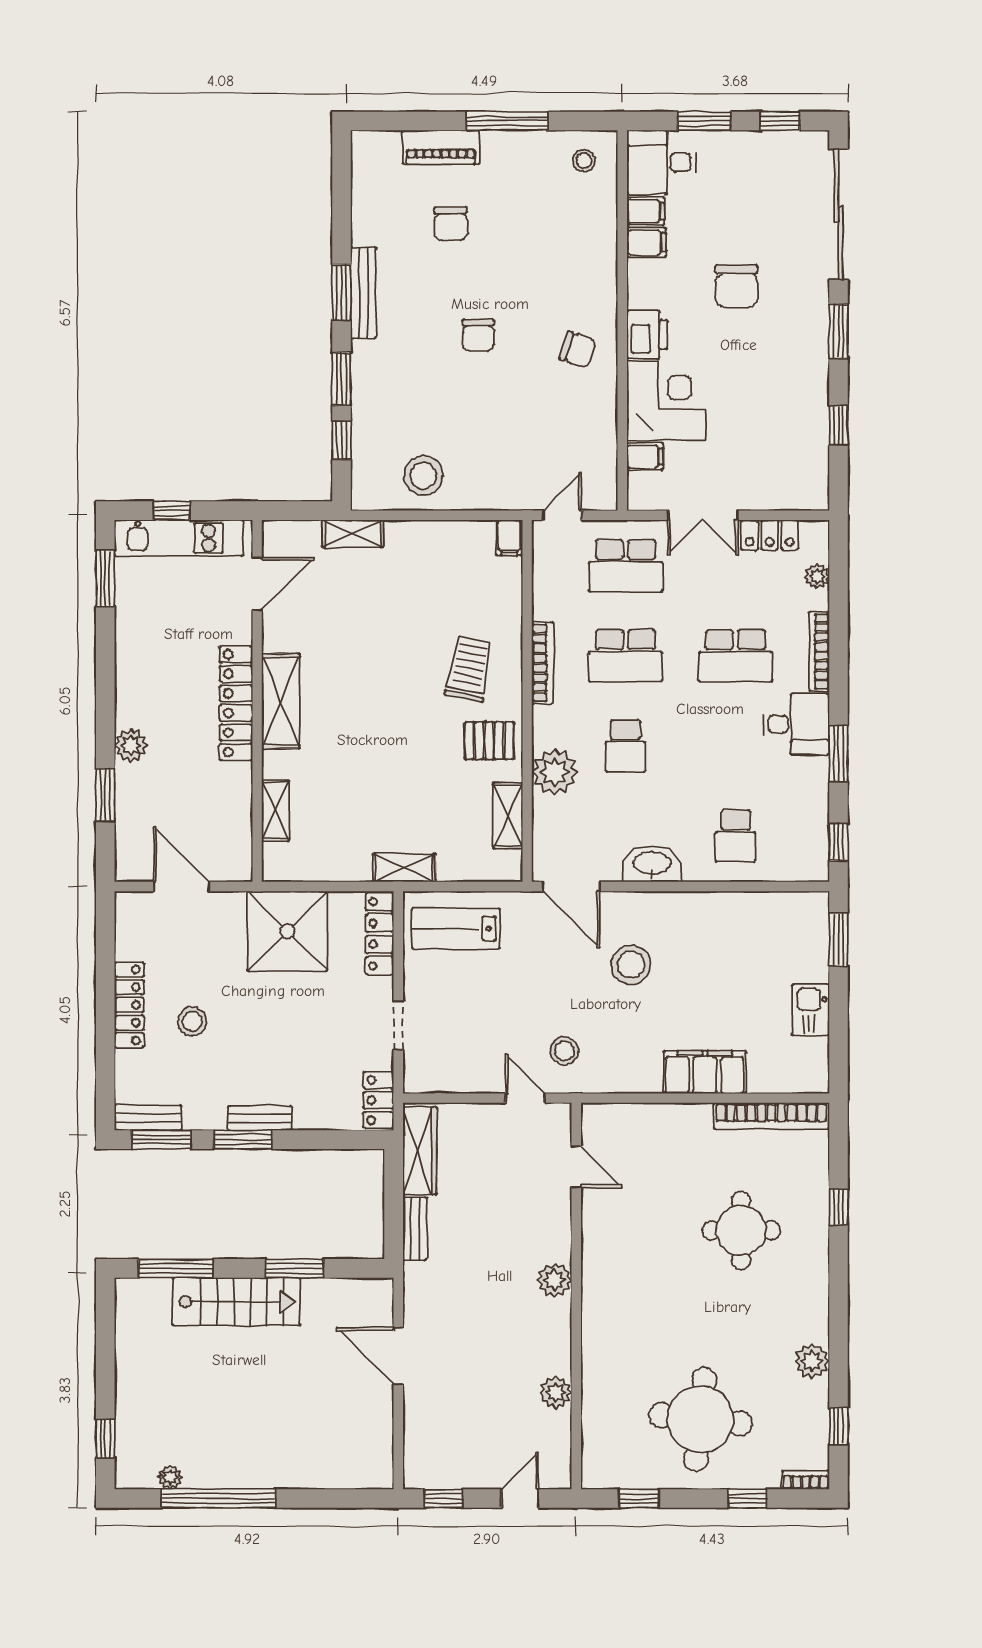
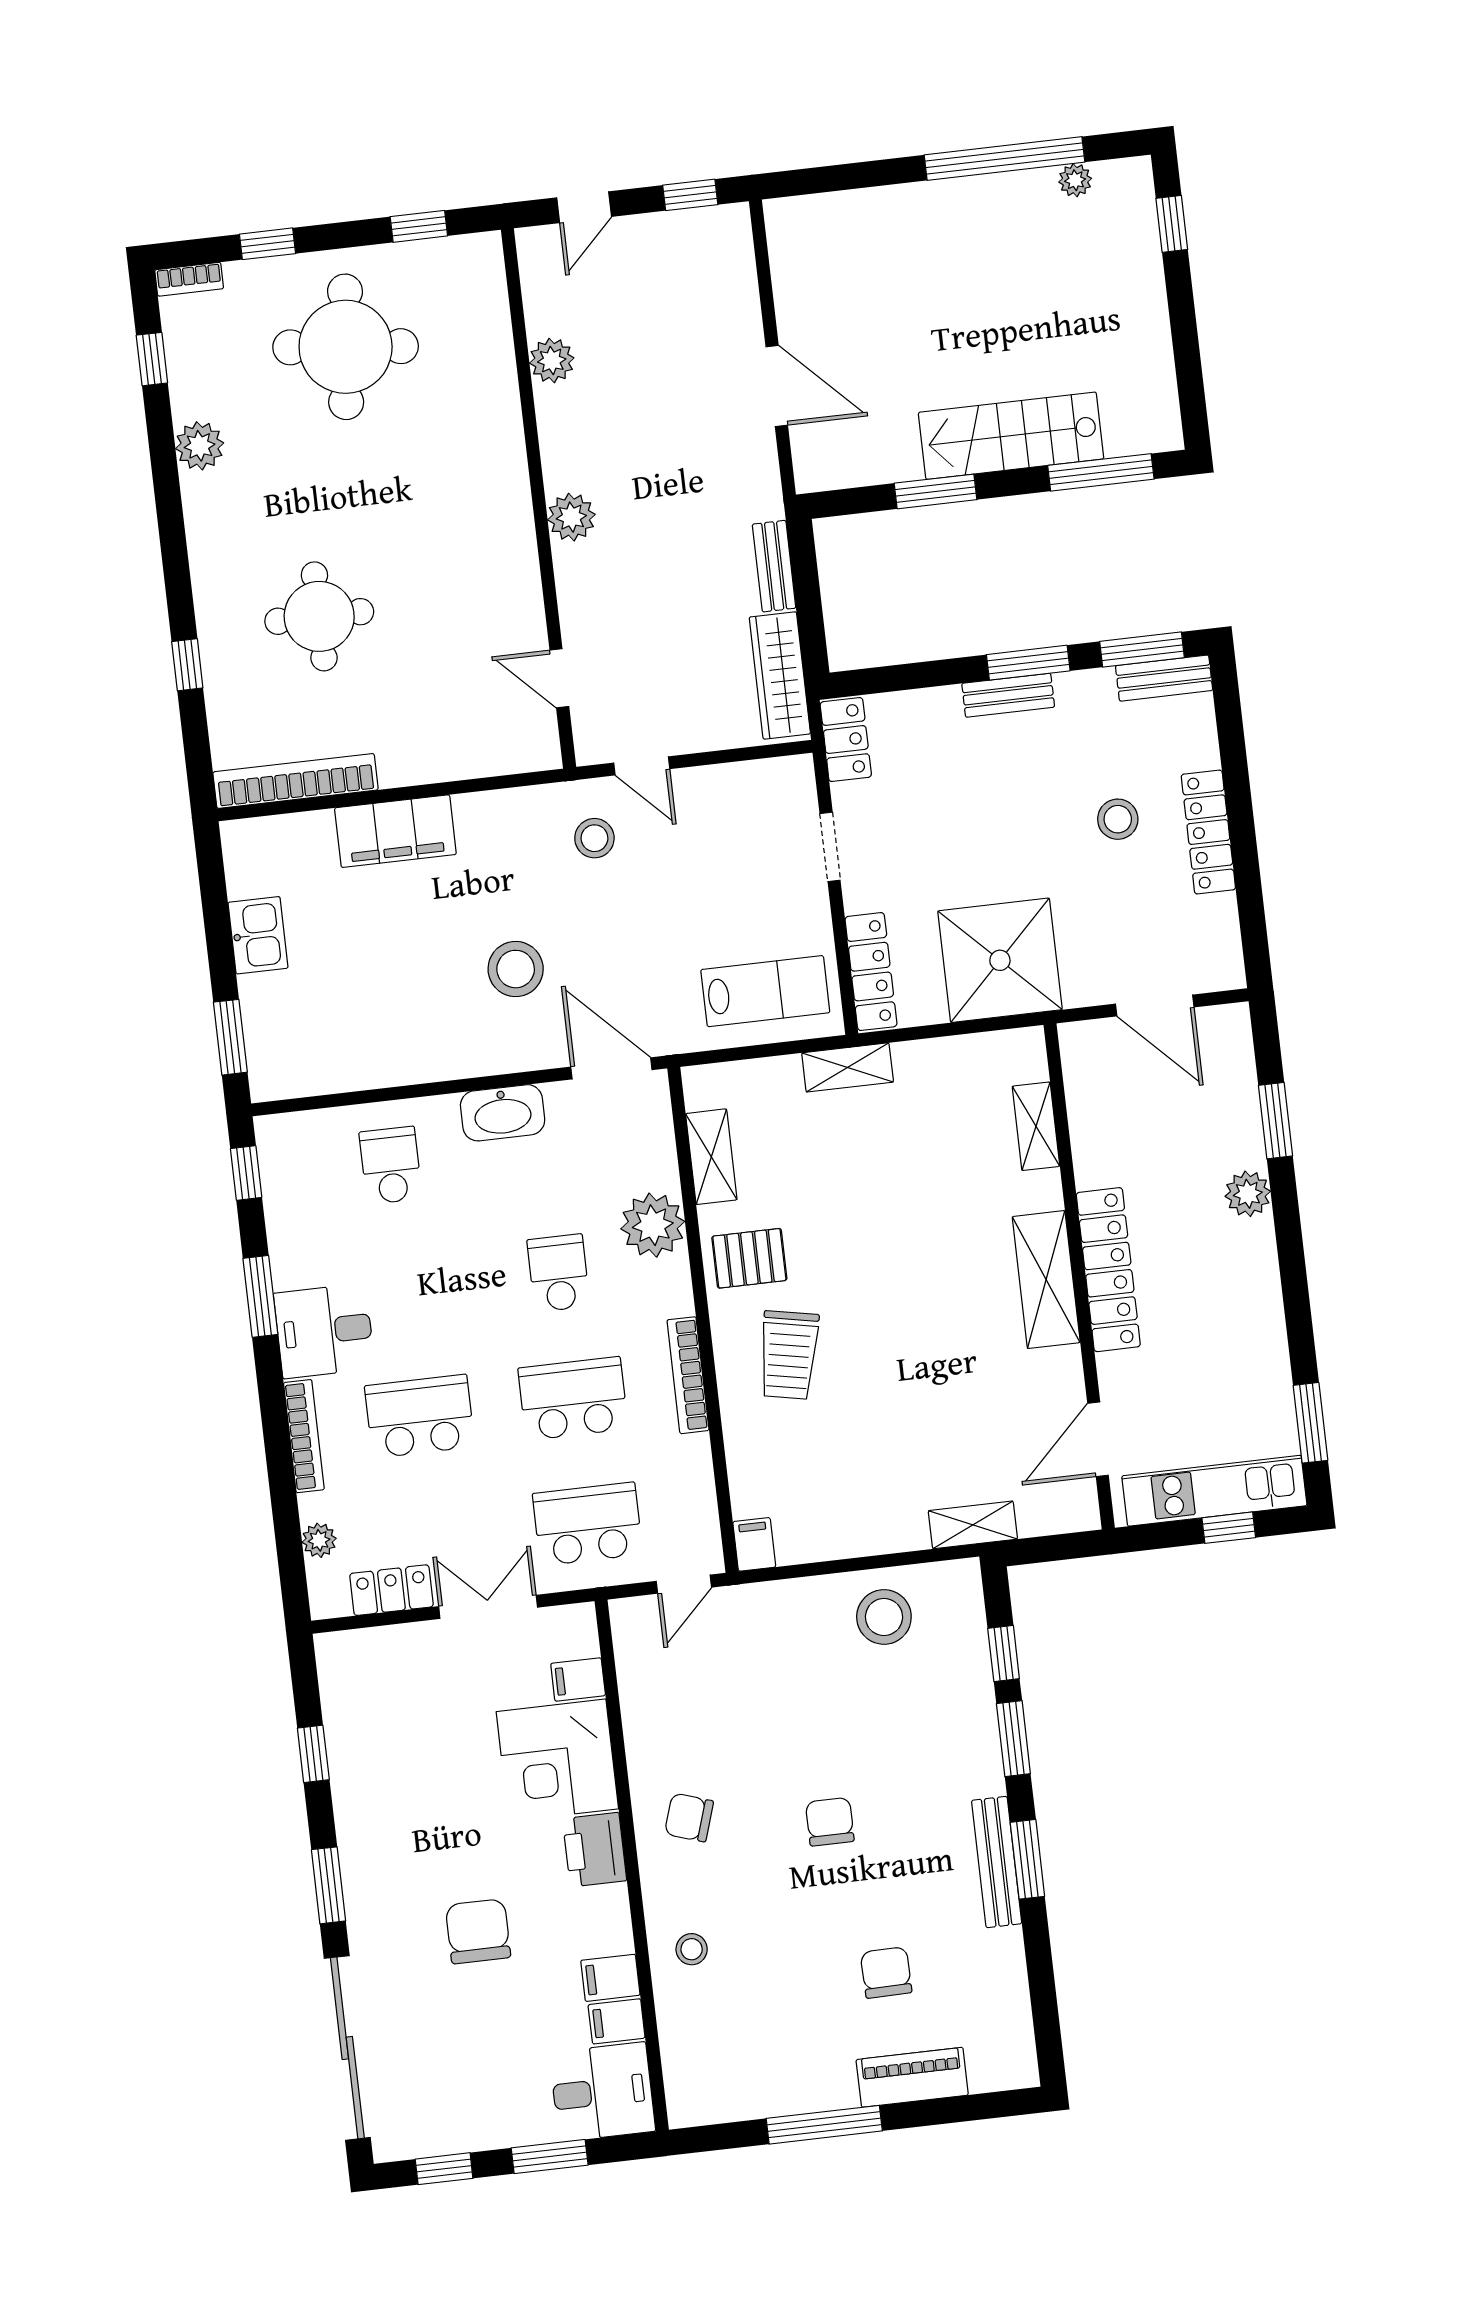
stool: (584, 161) -> (692, 1949), moved

